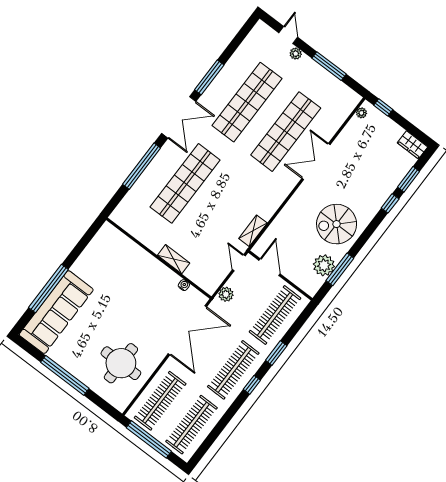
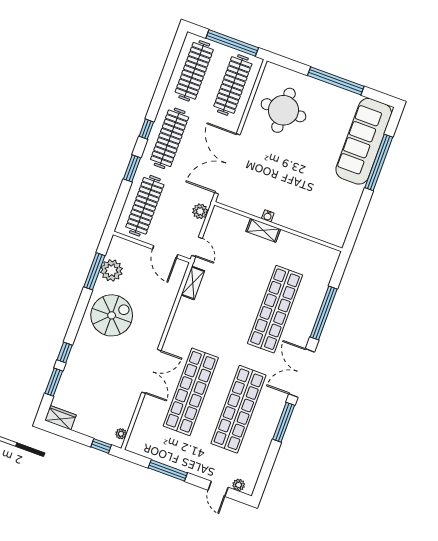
plant: (296, 54) -> (239, 485), moved
water cooler: (184, 285) -> (268, 216), moved

